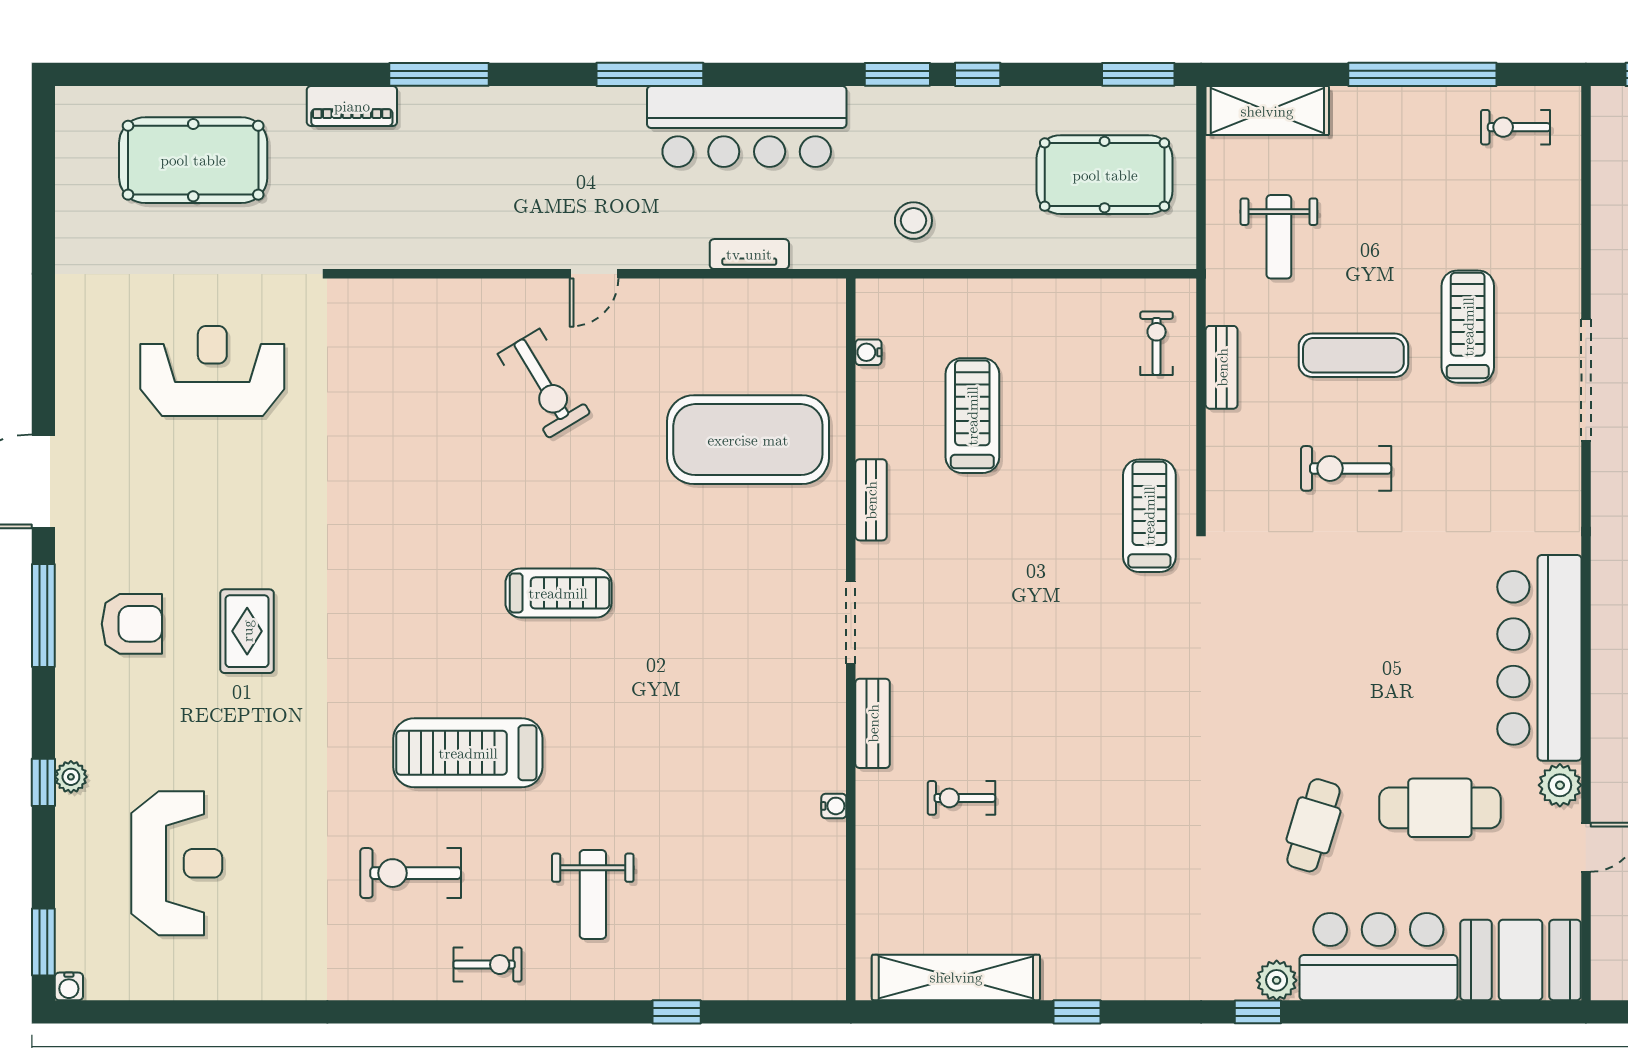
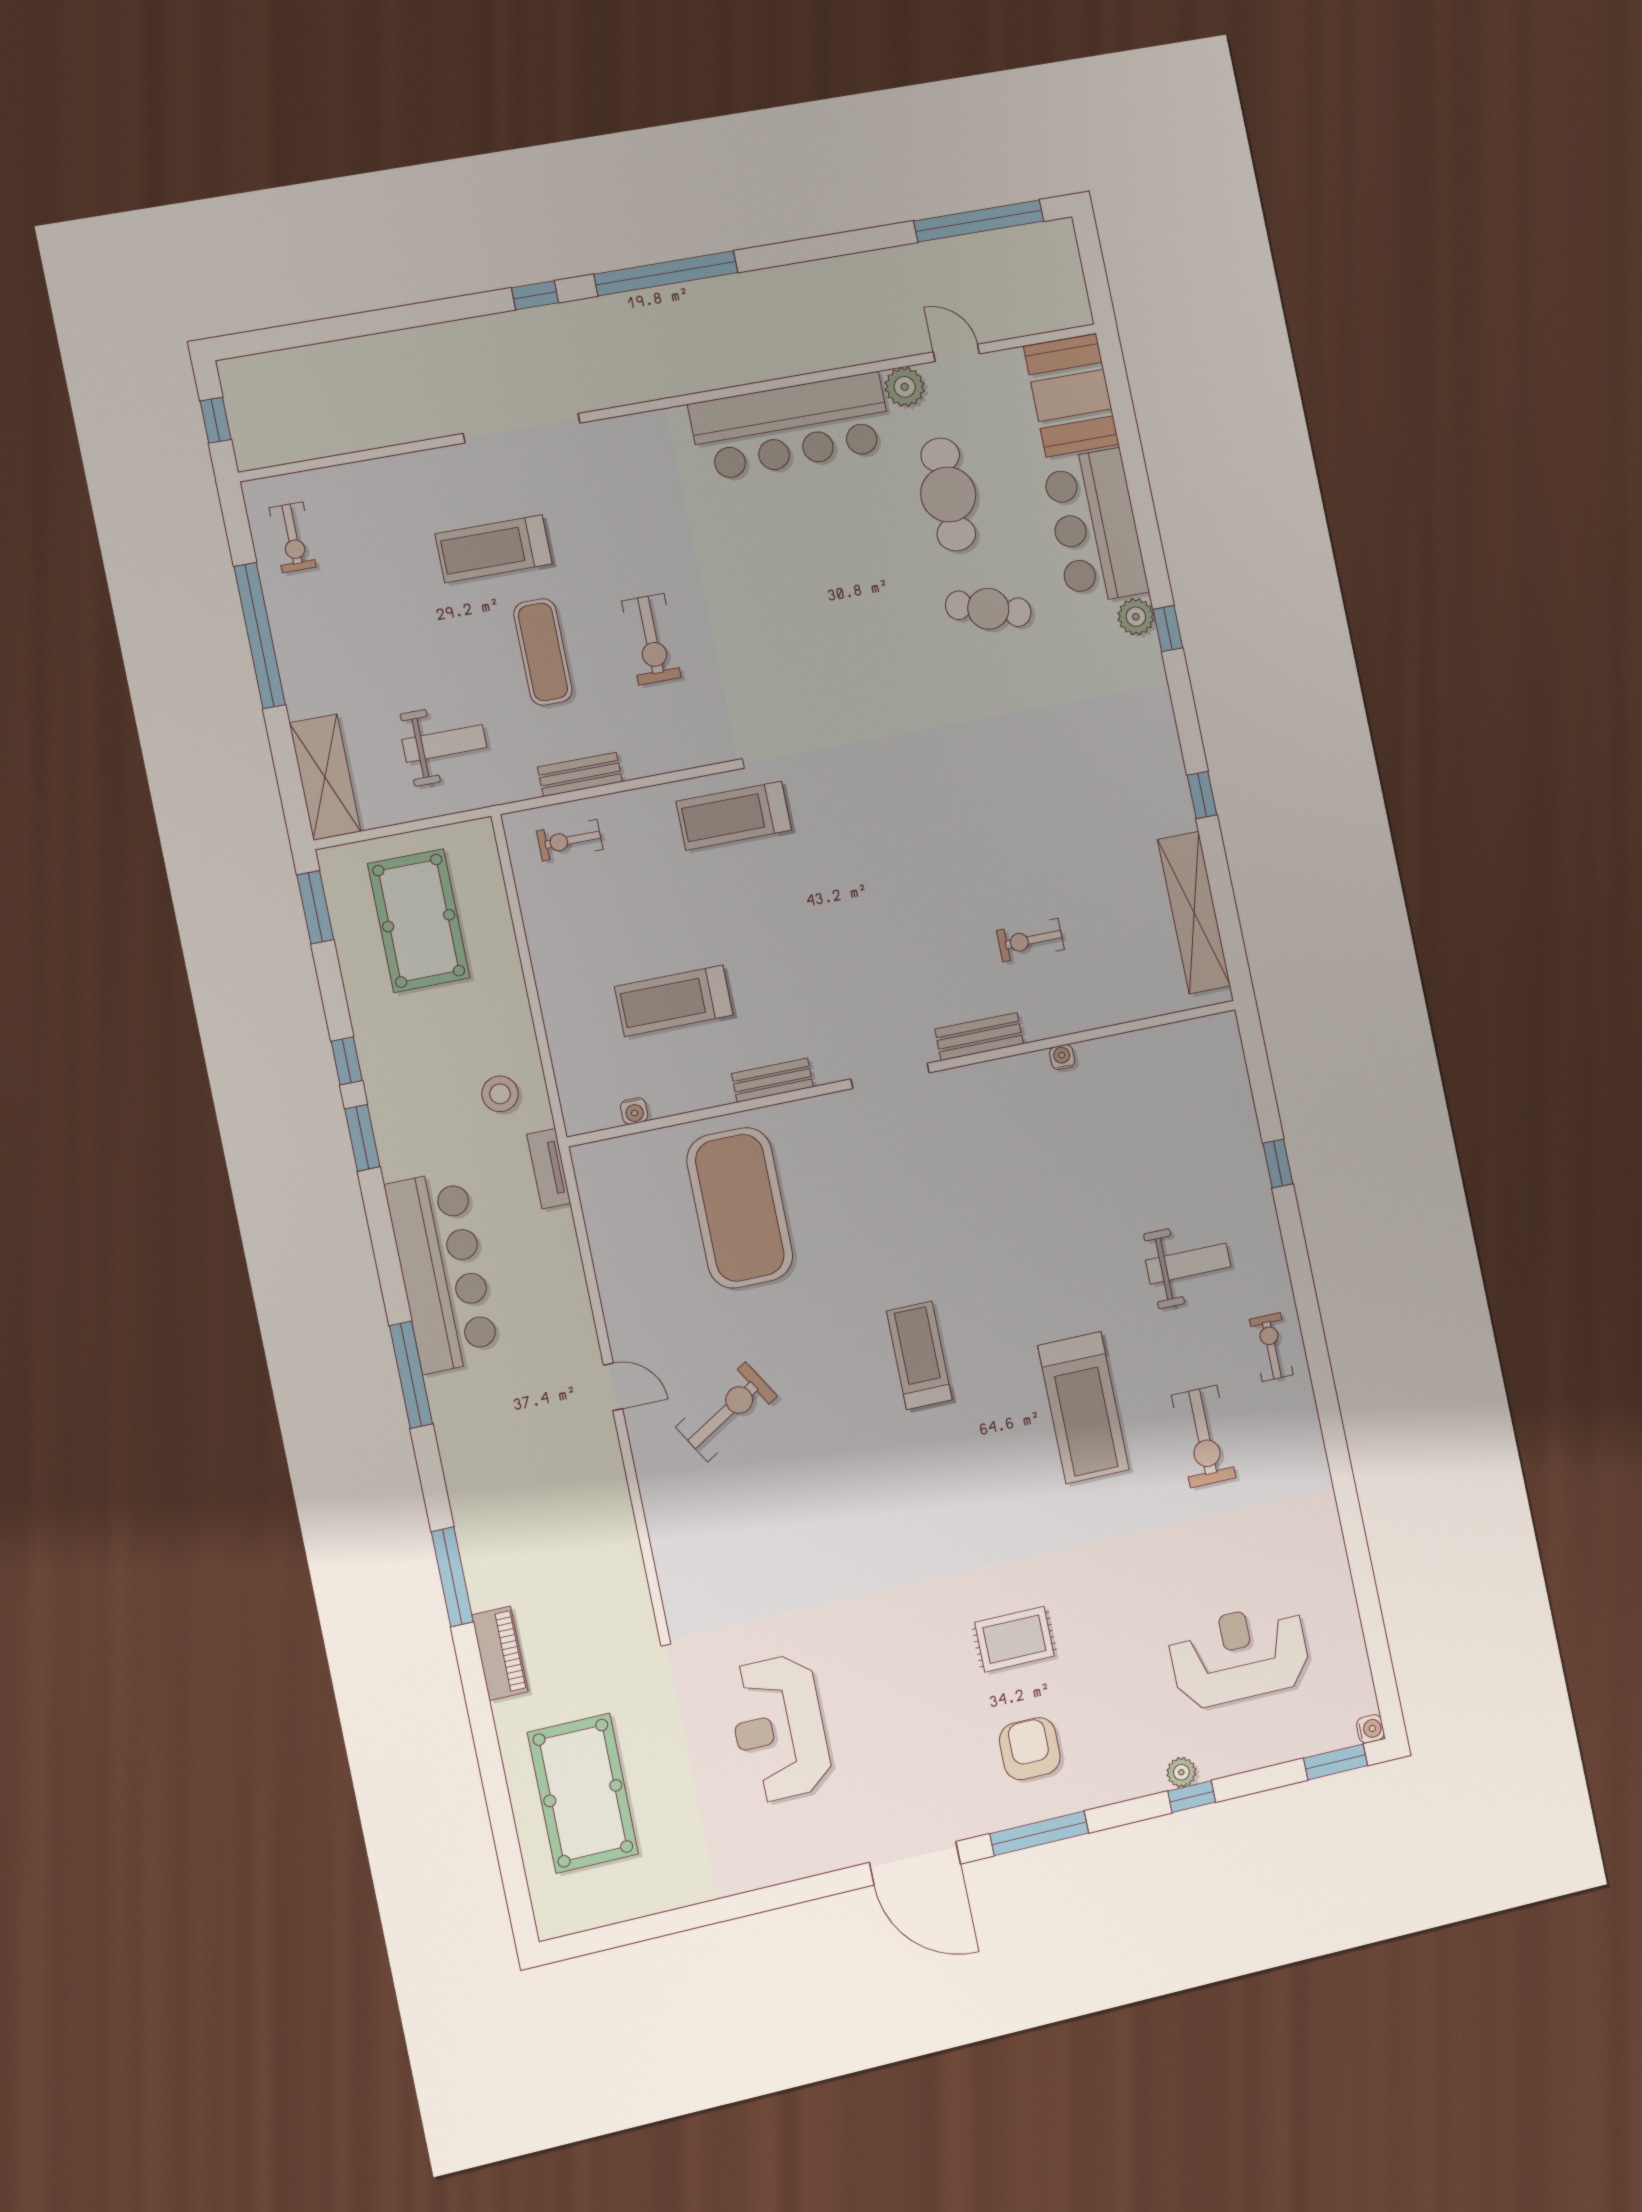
tv unit: (749, 254) -> (549, 1169), moved
exercise bike: (961, 798) -> (1030, 940), turned 90

